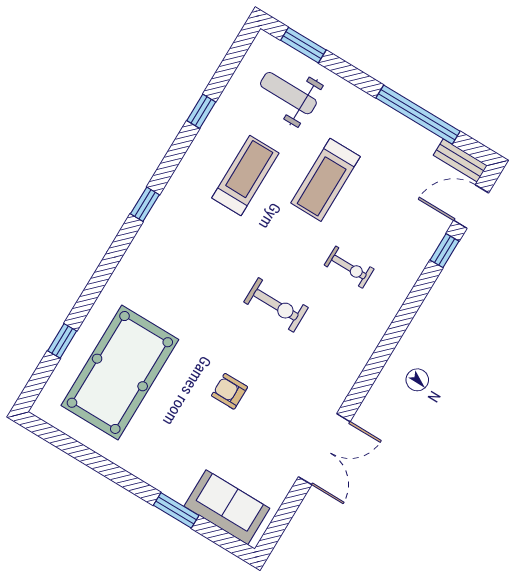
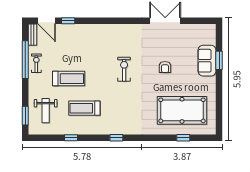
exercise bike: (349, 267) -> (36, 63), moved
sofa: (227, 507) -> (207, 61), moved

